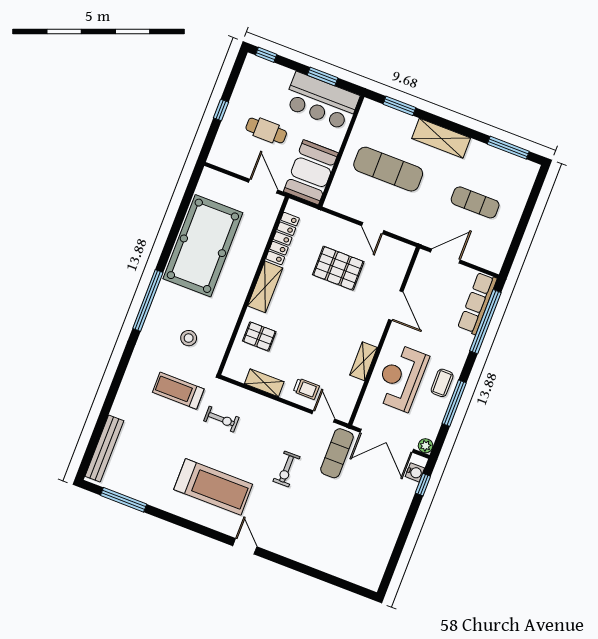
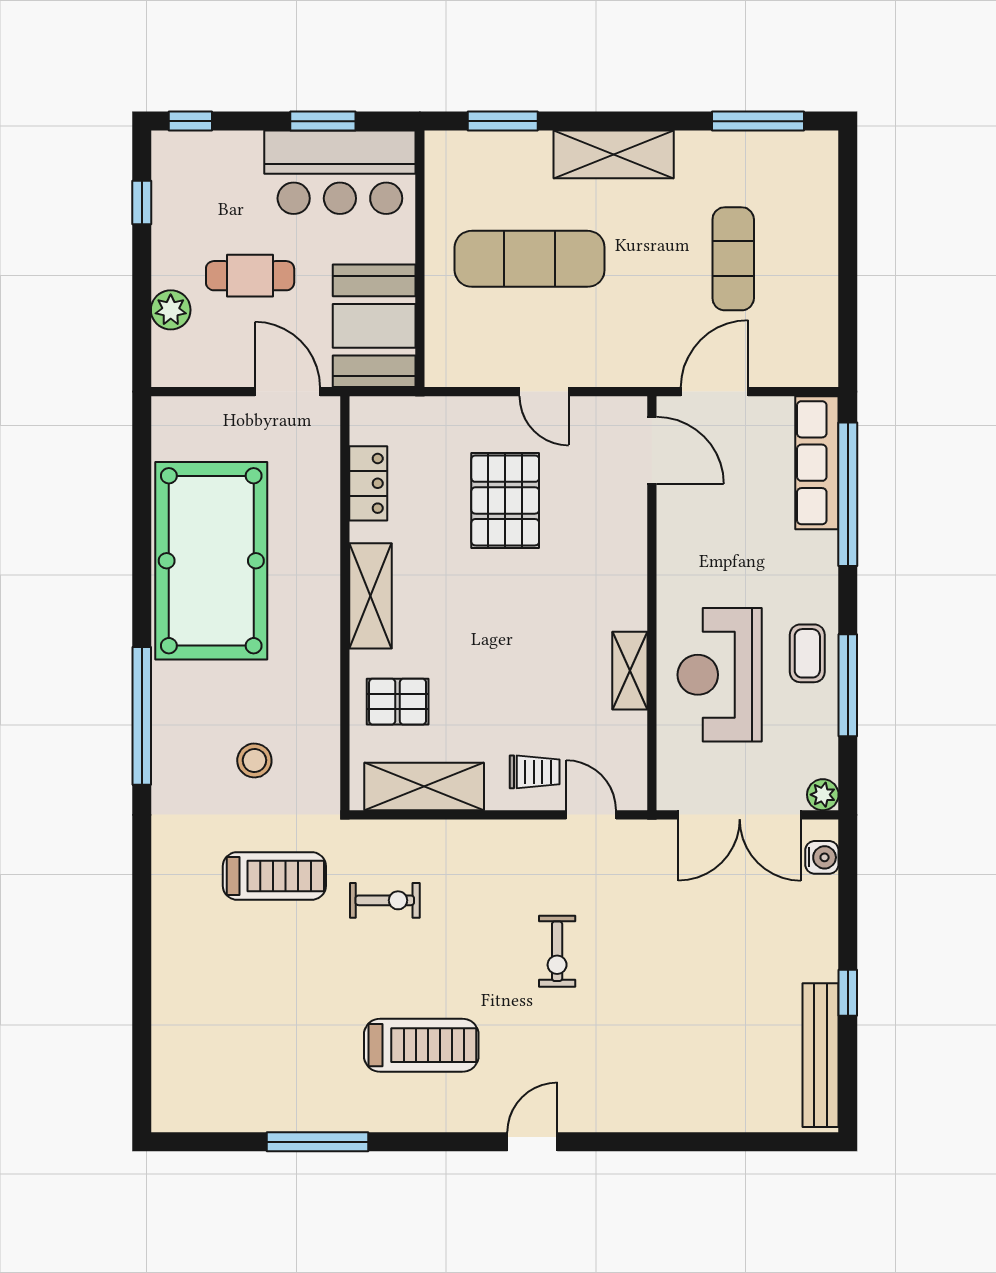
window: (221, 110) -> (142, 203), moved
plant: (227, 132) -> (171, 310), added
exercise mat: (475, 202) -> (733, 259), turned 90
locker: (283, 238) -> (368, 483), width x0.66
pallet: (338, 268) -> (505, 500), turned 90
door: (396, 306) -> (652, 450), moved
shelving: (264, 383) -> (424, 786), width x1.50, depth x1.33
treadmill: (178, 391) -> (274, 876), turned 180
bench: (104, 449) -> (821, 1055), moved
exercise mat: (337, 453) -> (648, 879), removed
window: (423, 485) -> (848, 993), moved
treadmill: (213, 487) -> (421, 1045), width x0.73, depth x0.73
window: (124, 500) -> (318, 1142), moved
door: (245, 546) -> (532, 1142), hinge flipped

